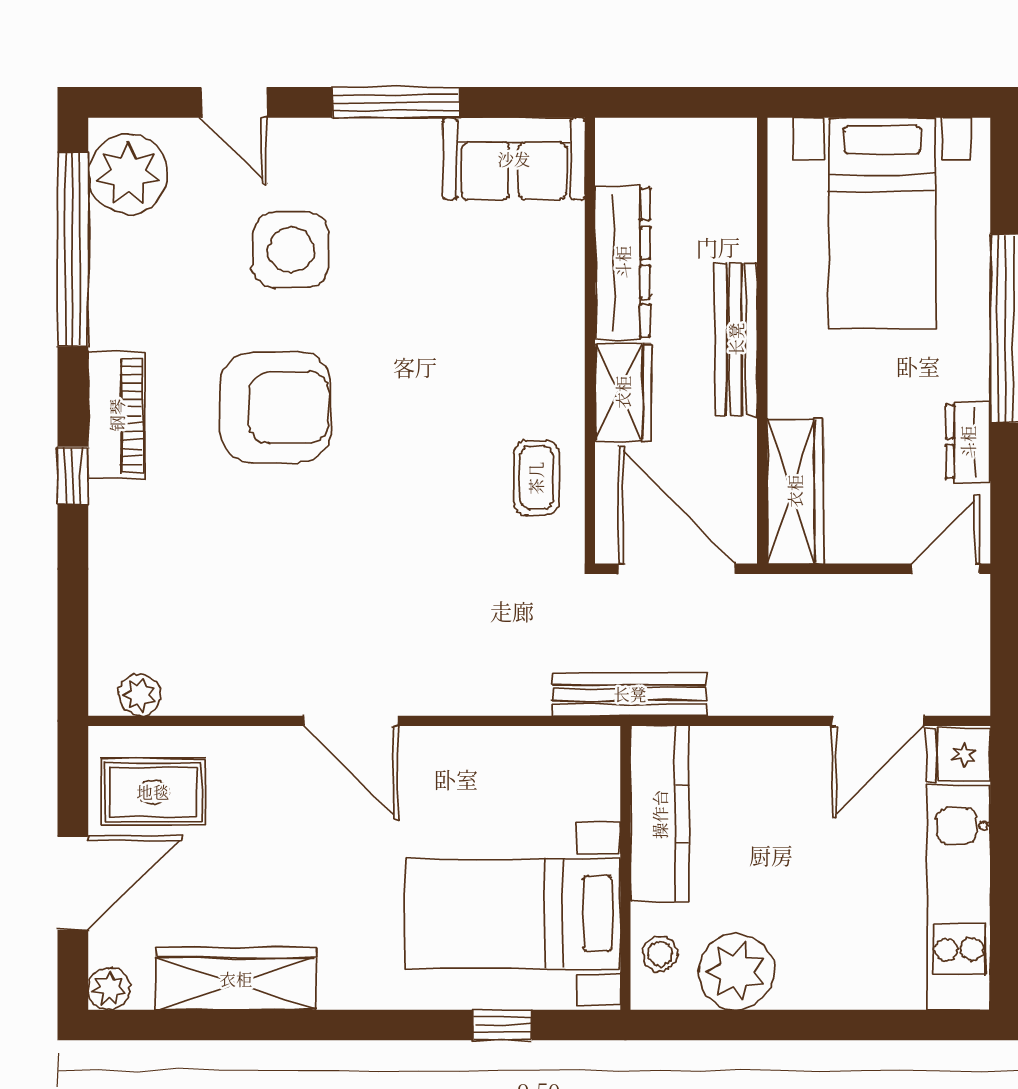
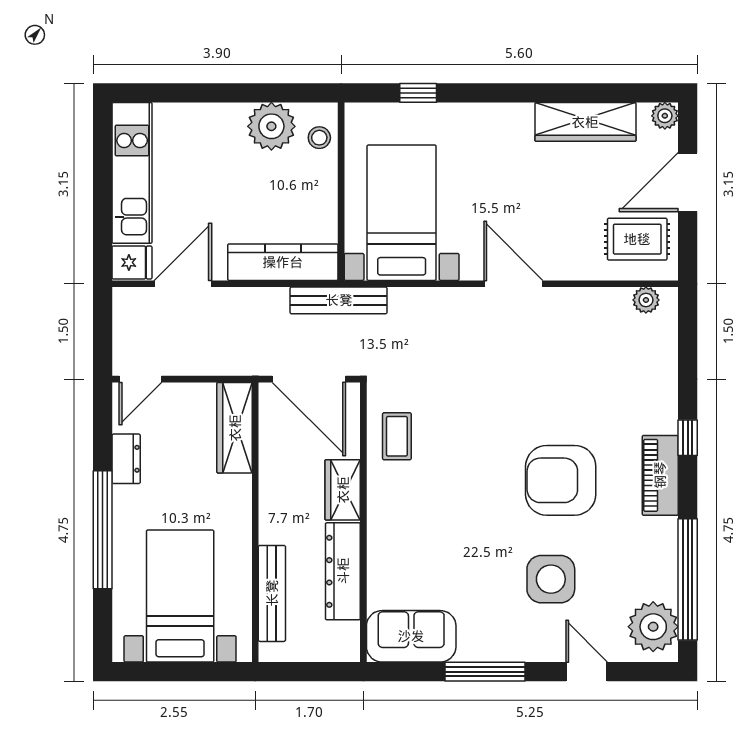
bench: (736, 339) -> (272, 593), moved
kitchen counter: (660, 814) -> (283, 262), moved, turned 90
bed with nightstands: (512, 914) -> (402, 213), moved, turned -90

